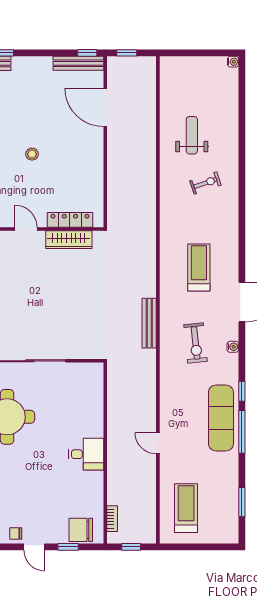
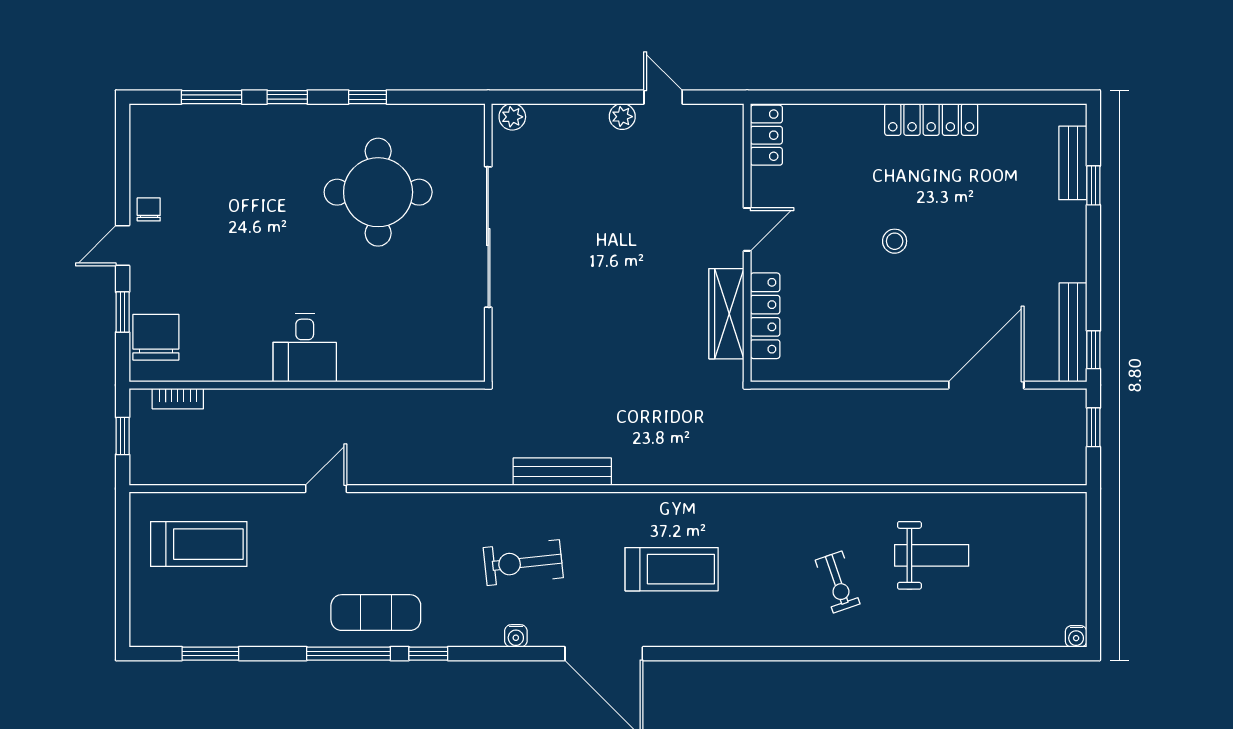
exercise mat: (221, 418) -> (376, 613), width x0.73, depth x0.69

